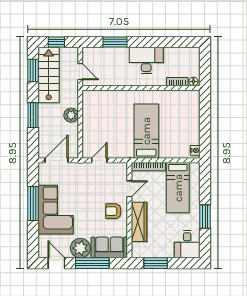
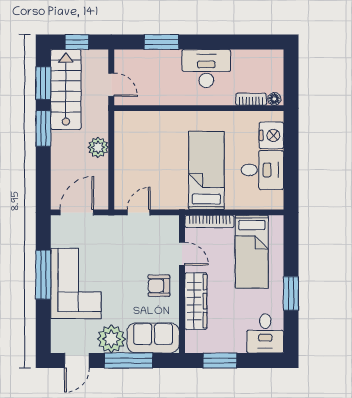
window: (33, 115) -> (43, 128), moved
desk: (185, 131) -> (262, 170), added
nightstand: (195, 150) -> (271, 135), moved, width x1.89, depth x1.79
door: (129, 189) -> (182, 254), hinge flipped
door: (56, 263) -> (77, 361), swing flipped

